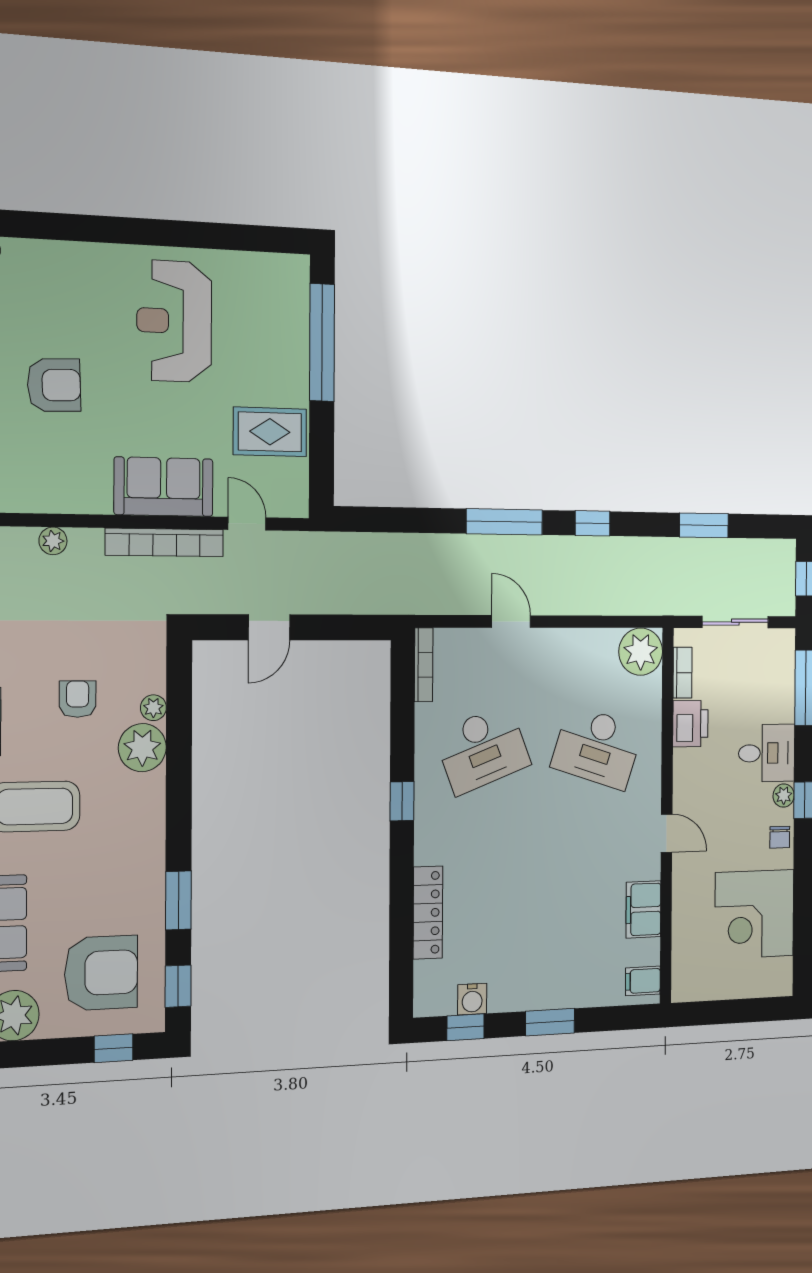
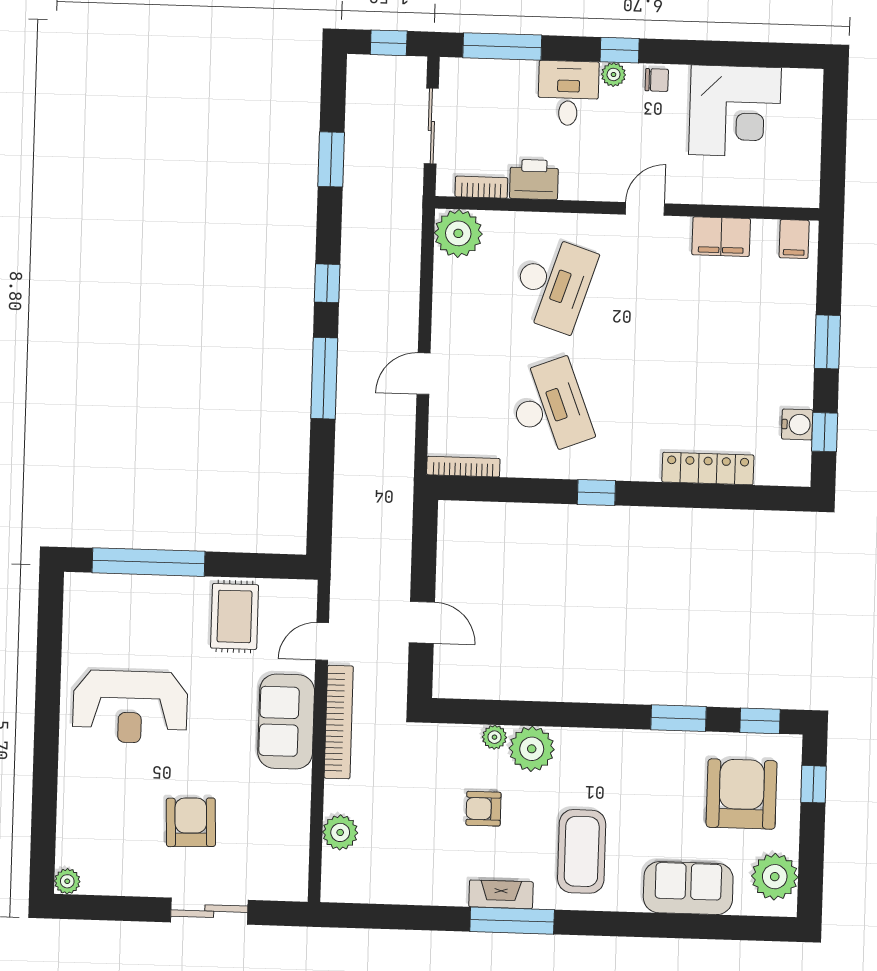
plant: (53, 541) -> (340, 832), width x1.38, depth x1.38

